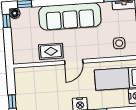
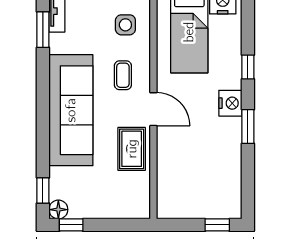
coffee table: (91, 44) -> (123, 75), added

